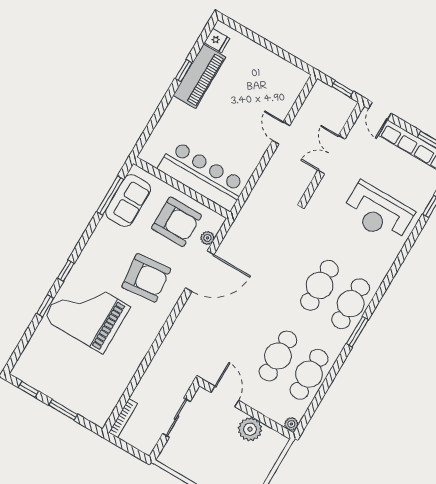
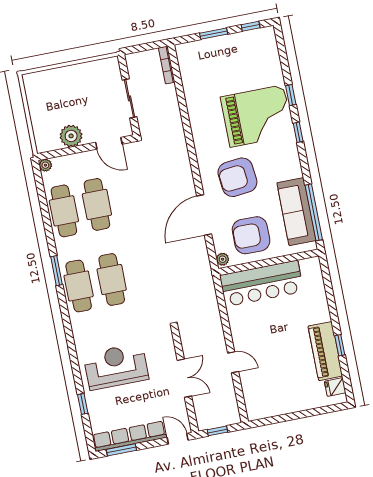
window: (110, 196) -> (314, 212), width x1.46
sofa: (128, 201) -> (296, 212), width x1.36
plant: (207, 238) -> (223, 259), moved

